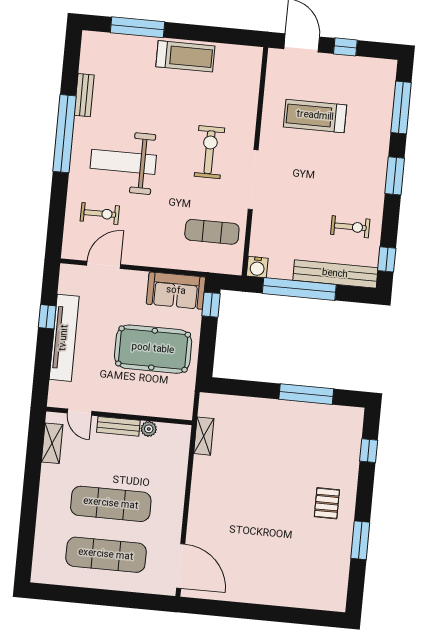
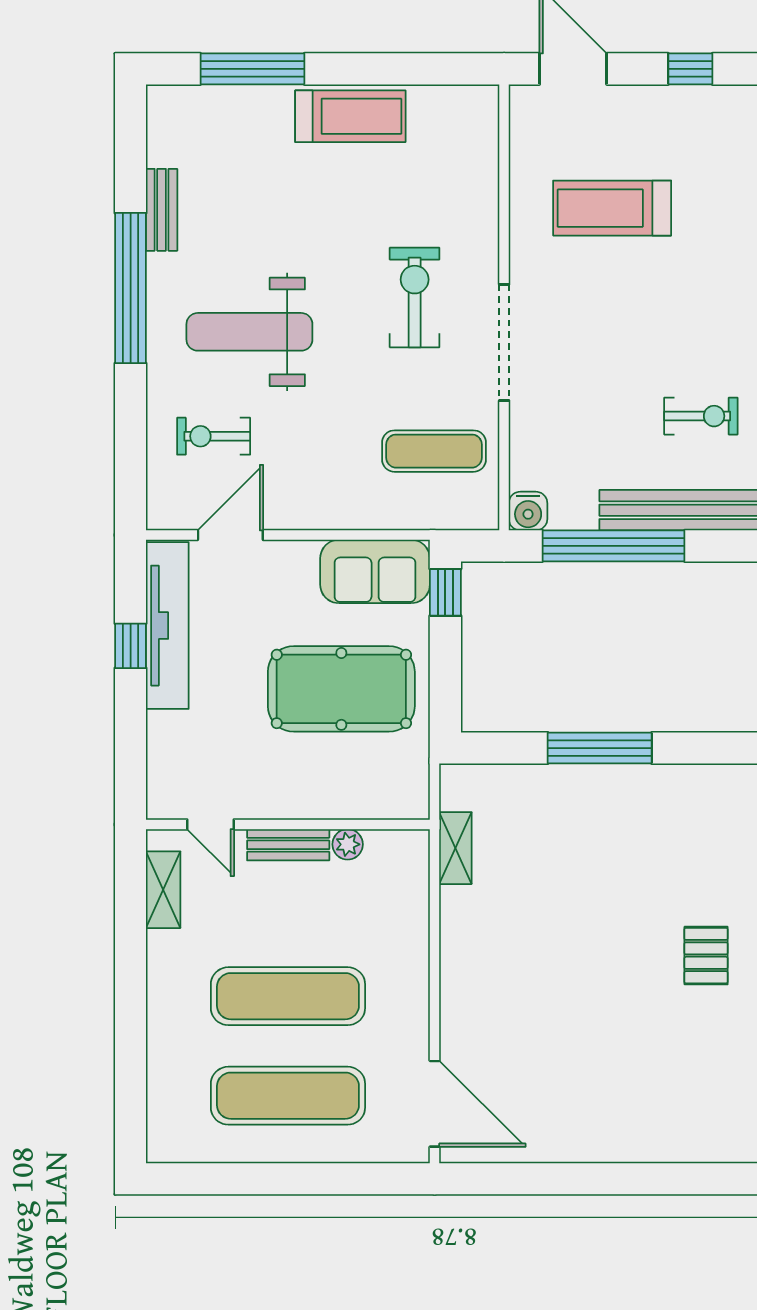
window: (345, 47) -> (690, 69), moved
exercise bike: (100, 214) -> (214, 436), turned 180
tv unit: (64, 338) -> (167, 626), moved
window: (306, 394) -> (600, 748), moved

